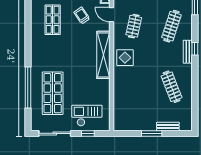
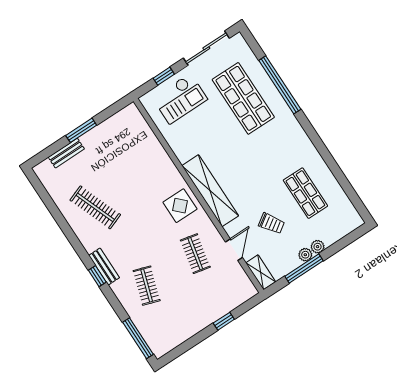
door: (111, 15) -> (234, 250), hinge flipped
clothes rail: (171, 26) -> (147, 286), width x0.73

